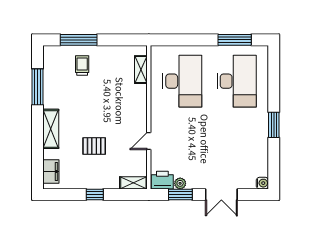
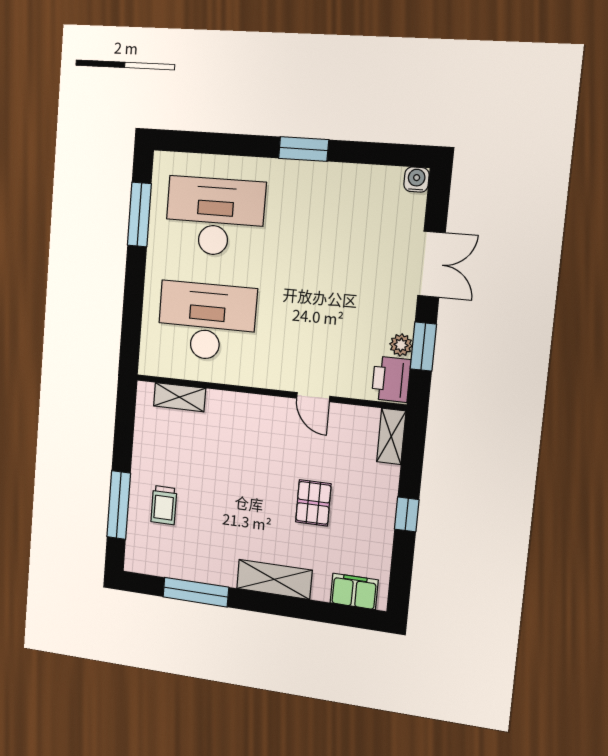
trolley: (82, 65) -> (164, 505), turned -90

